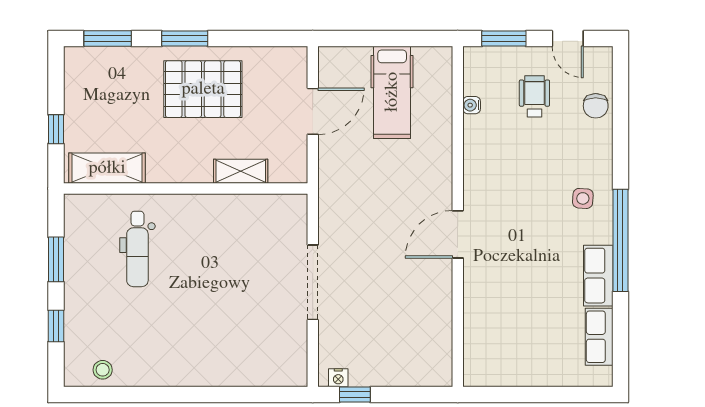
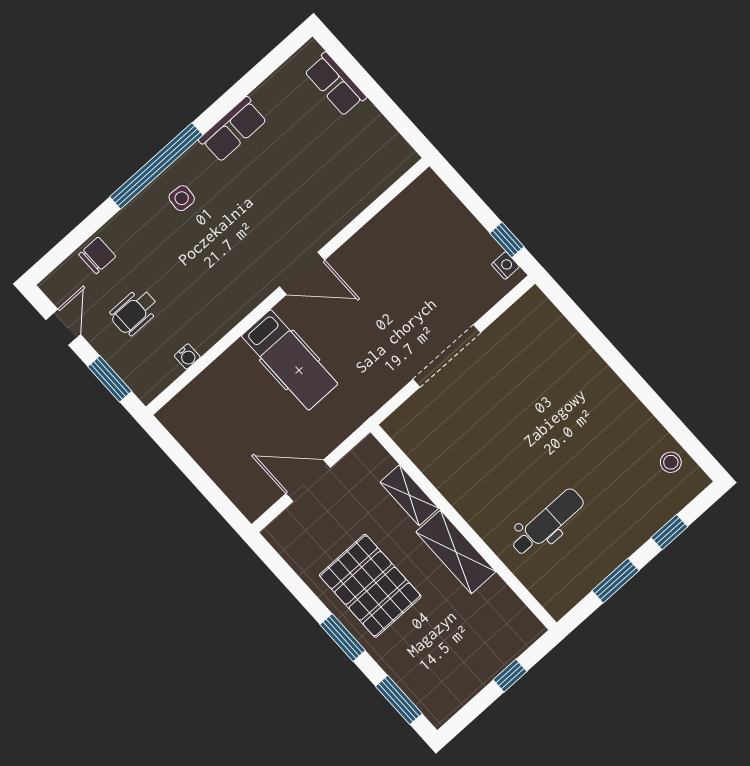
hospital bed: (392, 92) -> (290, 360), moved, turned 90
shelving: (107, 168) -> (456, 552), moved
window: (620, 240) -> (156, 166), moved
row of seats: (599, 337) -> (335, 84), moved, turned 90

